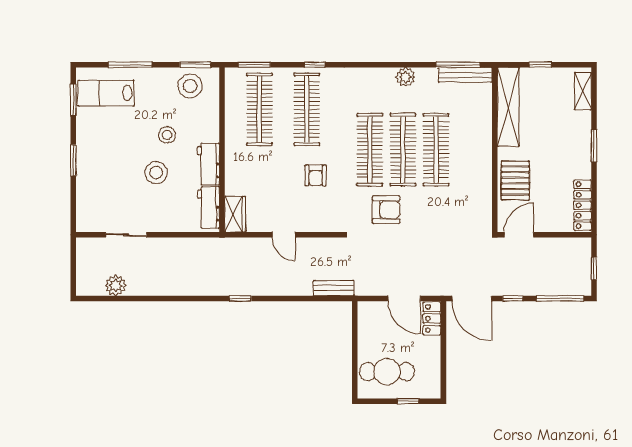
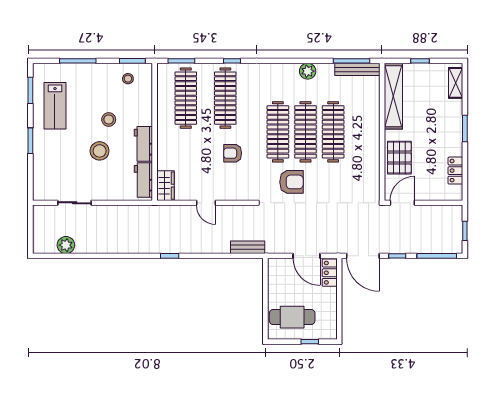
stool: (190, 86) -> (128, 79), width x0.53, depth x0.53
lab bench: (106, 93) -> (55, 106), moved, turned -90
armchair: (316, 175) -> (233, 153), turned 90
locker: (583, 205) -> (455, 171), width x0.66

